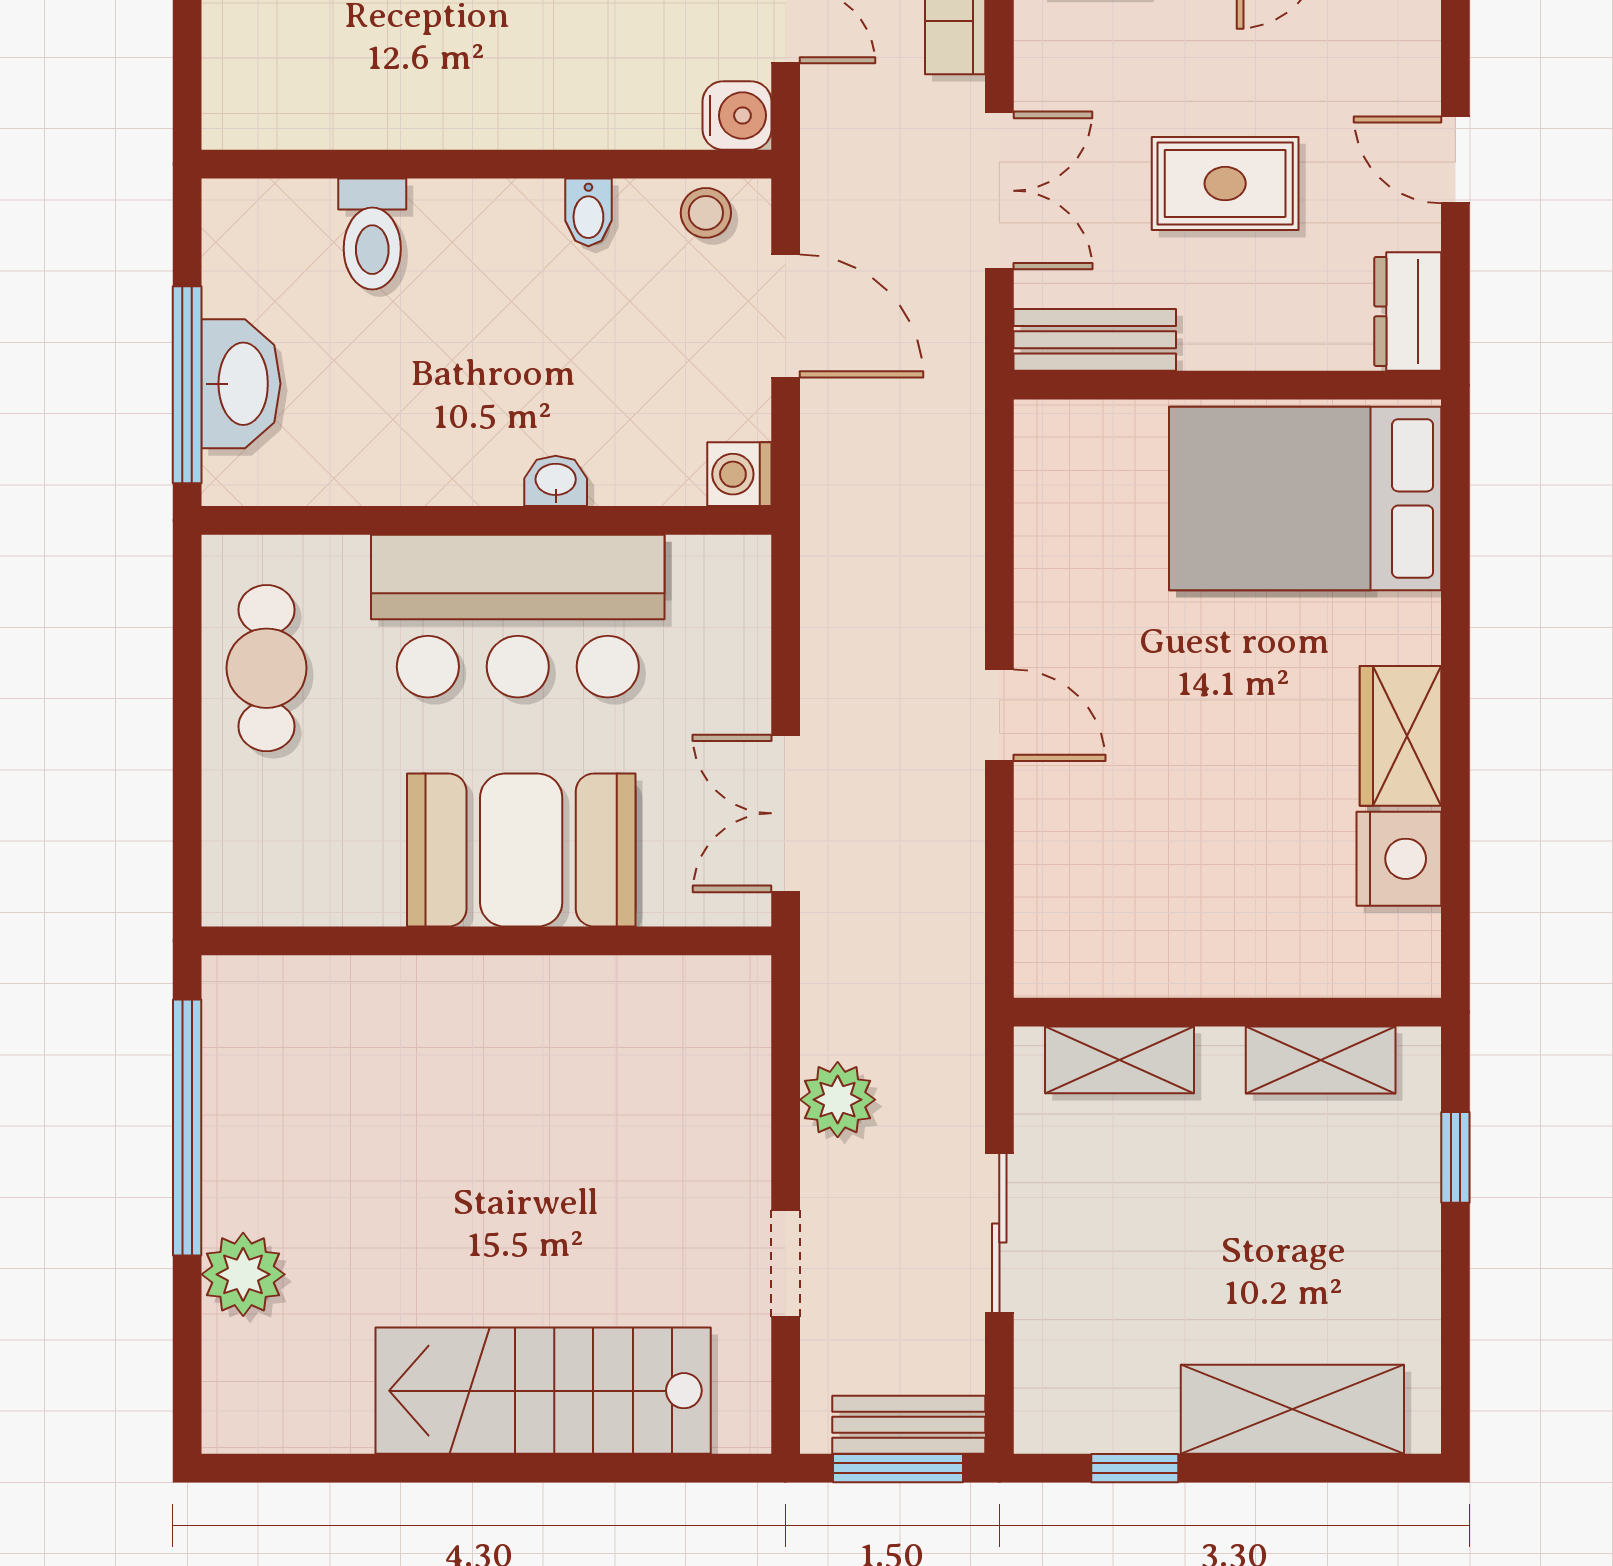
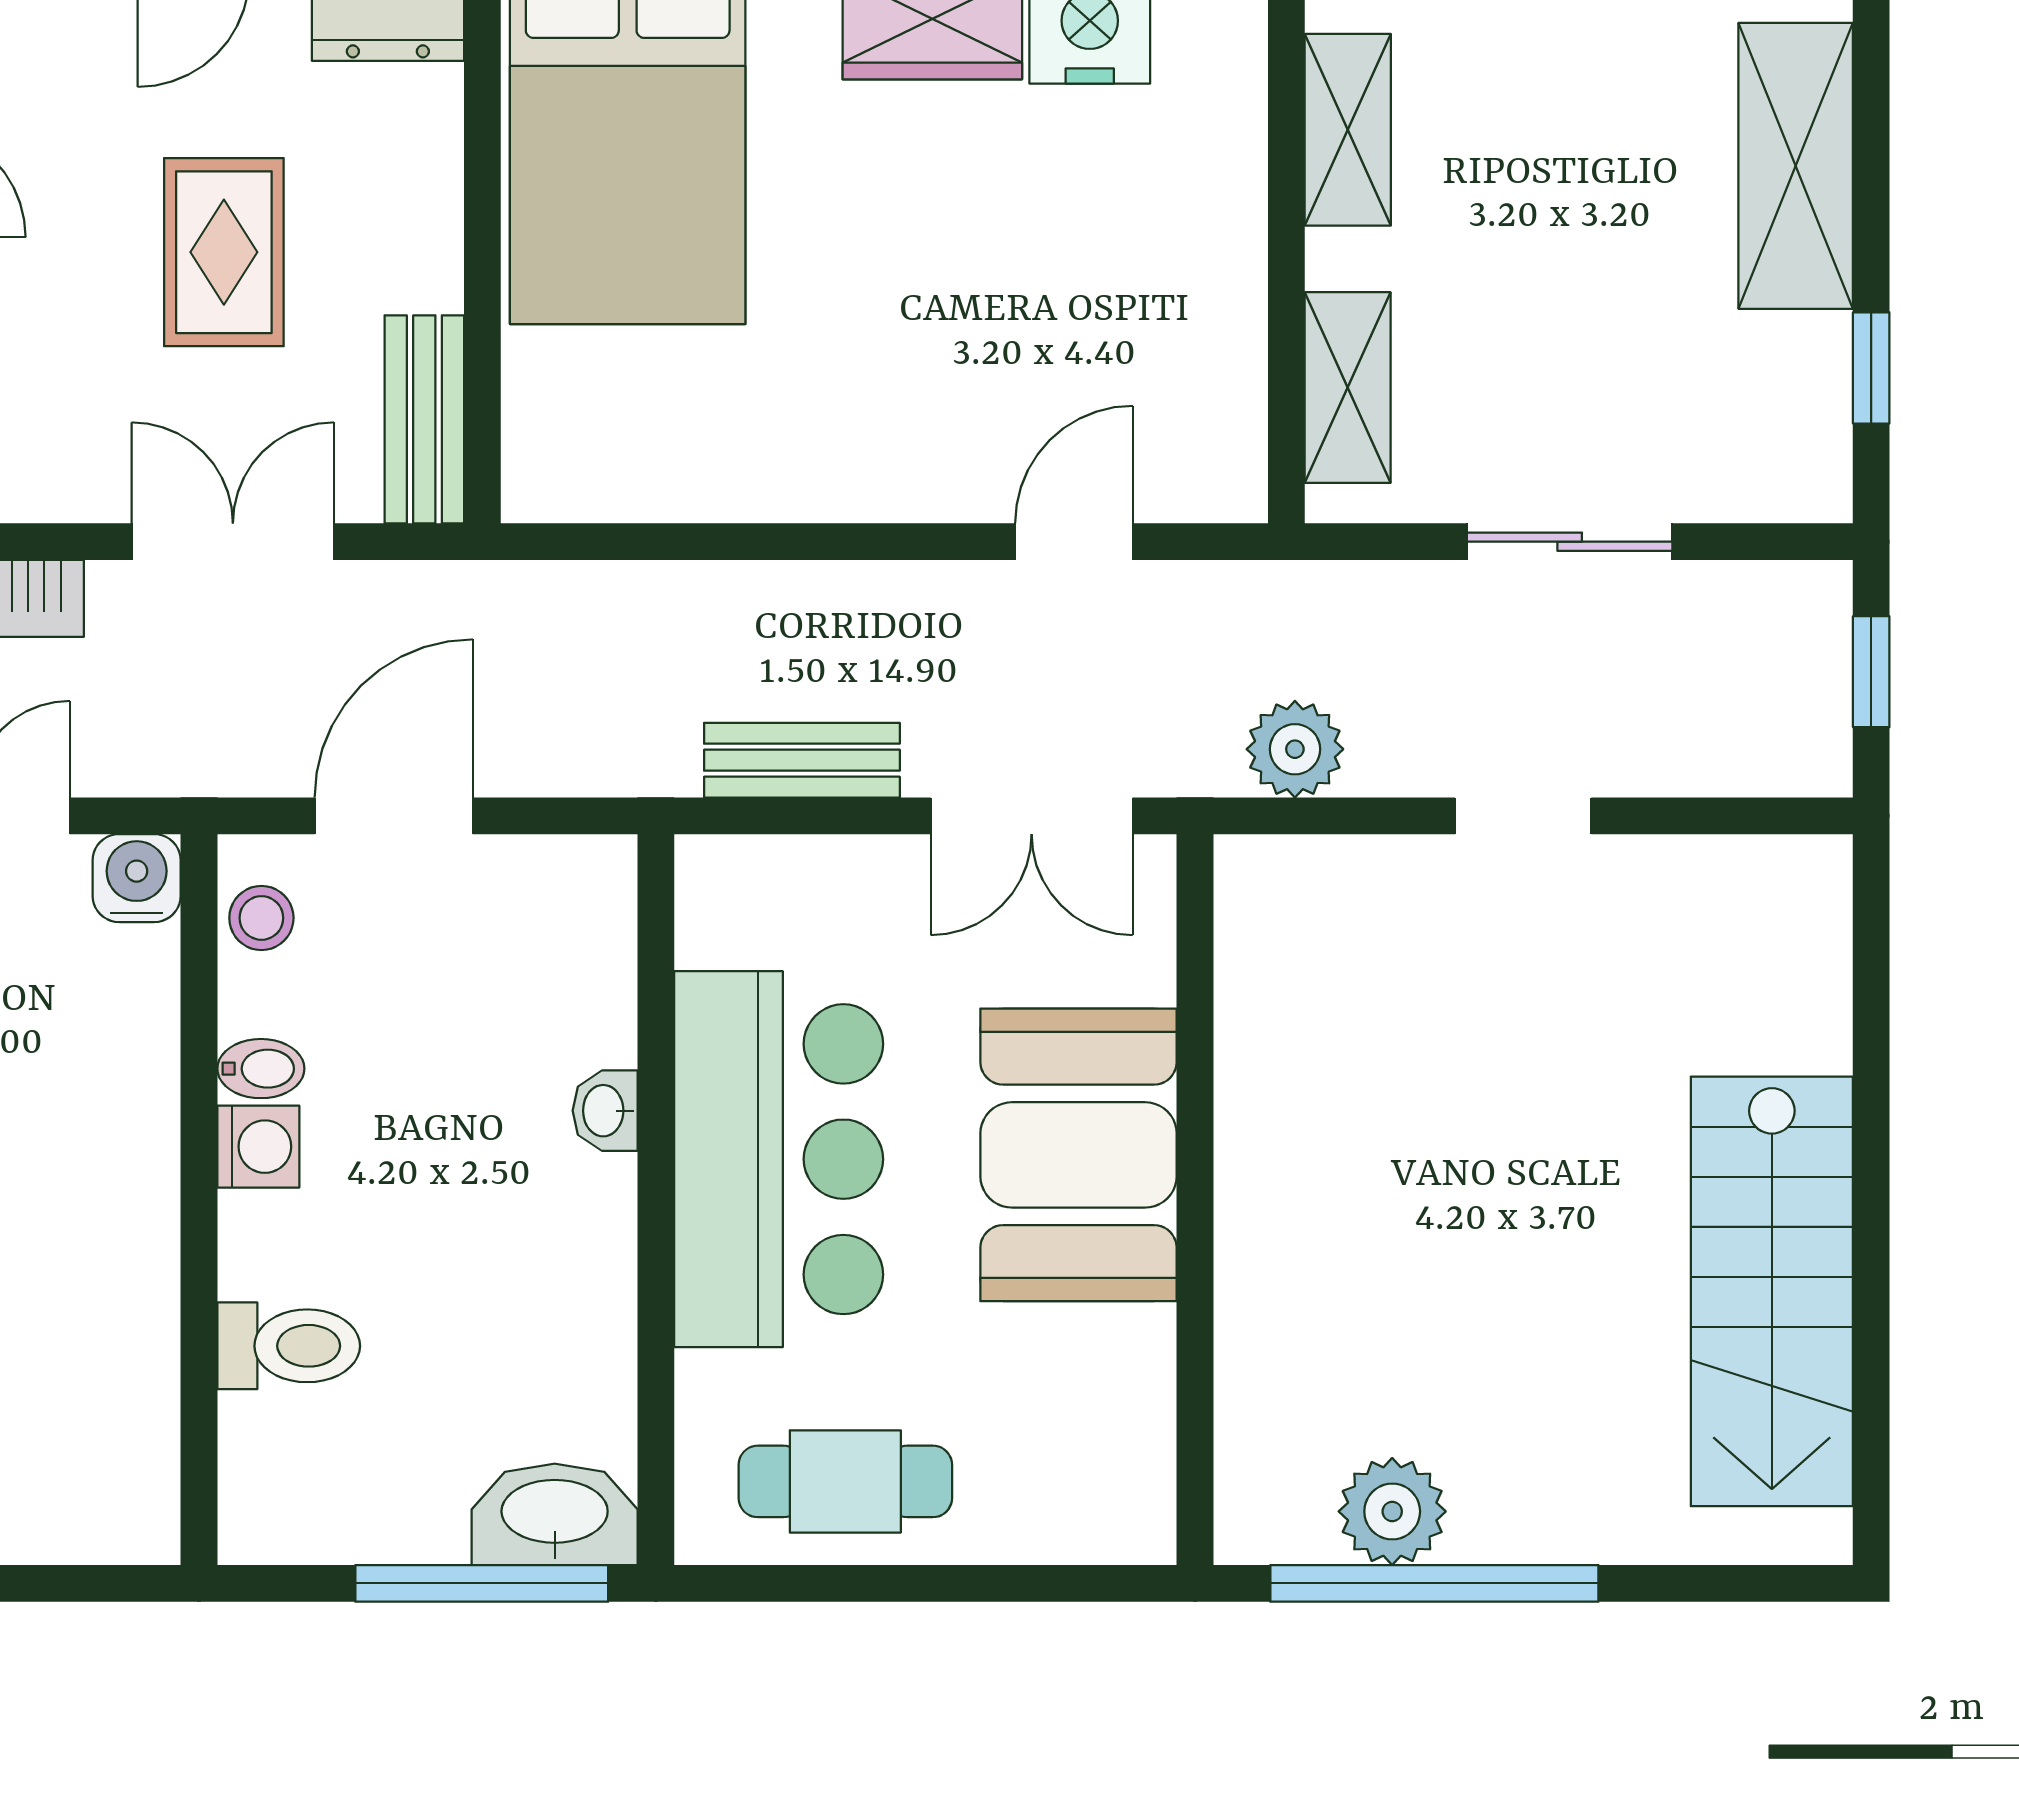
washbasin: (241, 384) -> (555, 1514), moved
washing machine: (739, 474) -> (258, 1147), moved, turned -90
door: (999, 715) -> (1074, 542), moved
plant: (838, 1100) -> (1295, 749), moved
doorway: (786, 1263) -> (1523, 816), moved
plant: (243, 1274) -> (1392, 1511), moved
stairs: (543, 1391) -> (1772, 1291), moved
bench: (909, 1425) -> (802, 760), moved, turned 90
window: (898, 1468) -> (1871, 672), width x0.67

